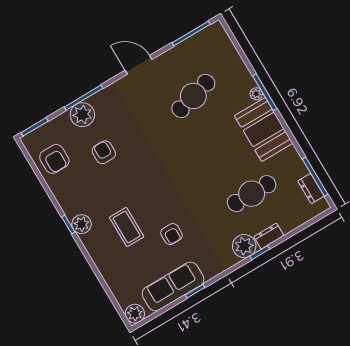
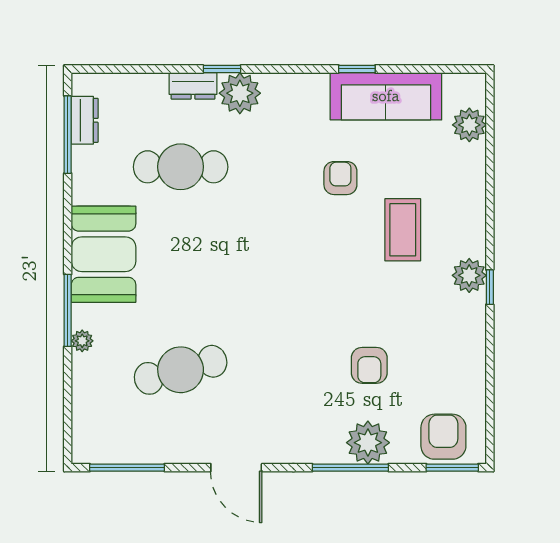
plant: (256, 94) -> (82, 341), moved
armchair: (54, 159) -> (443, 437), moved
plant: (135, 314) -> (469, 125), moved

